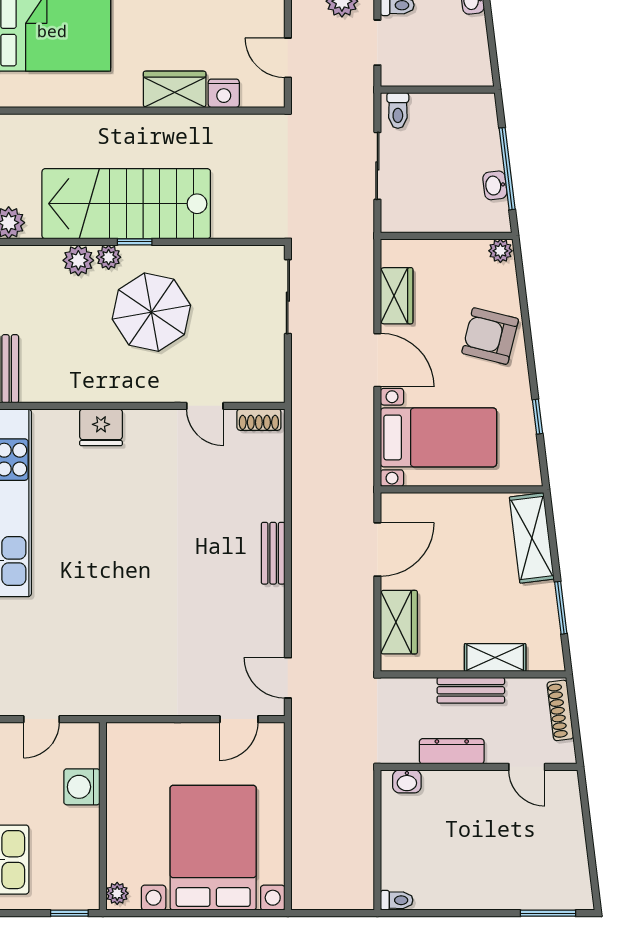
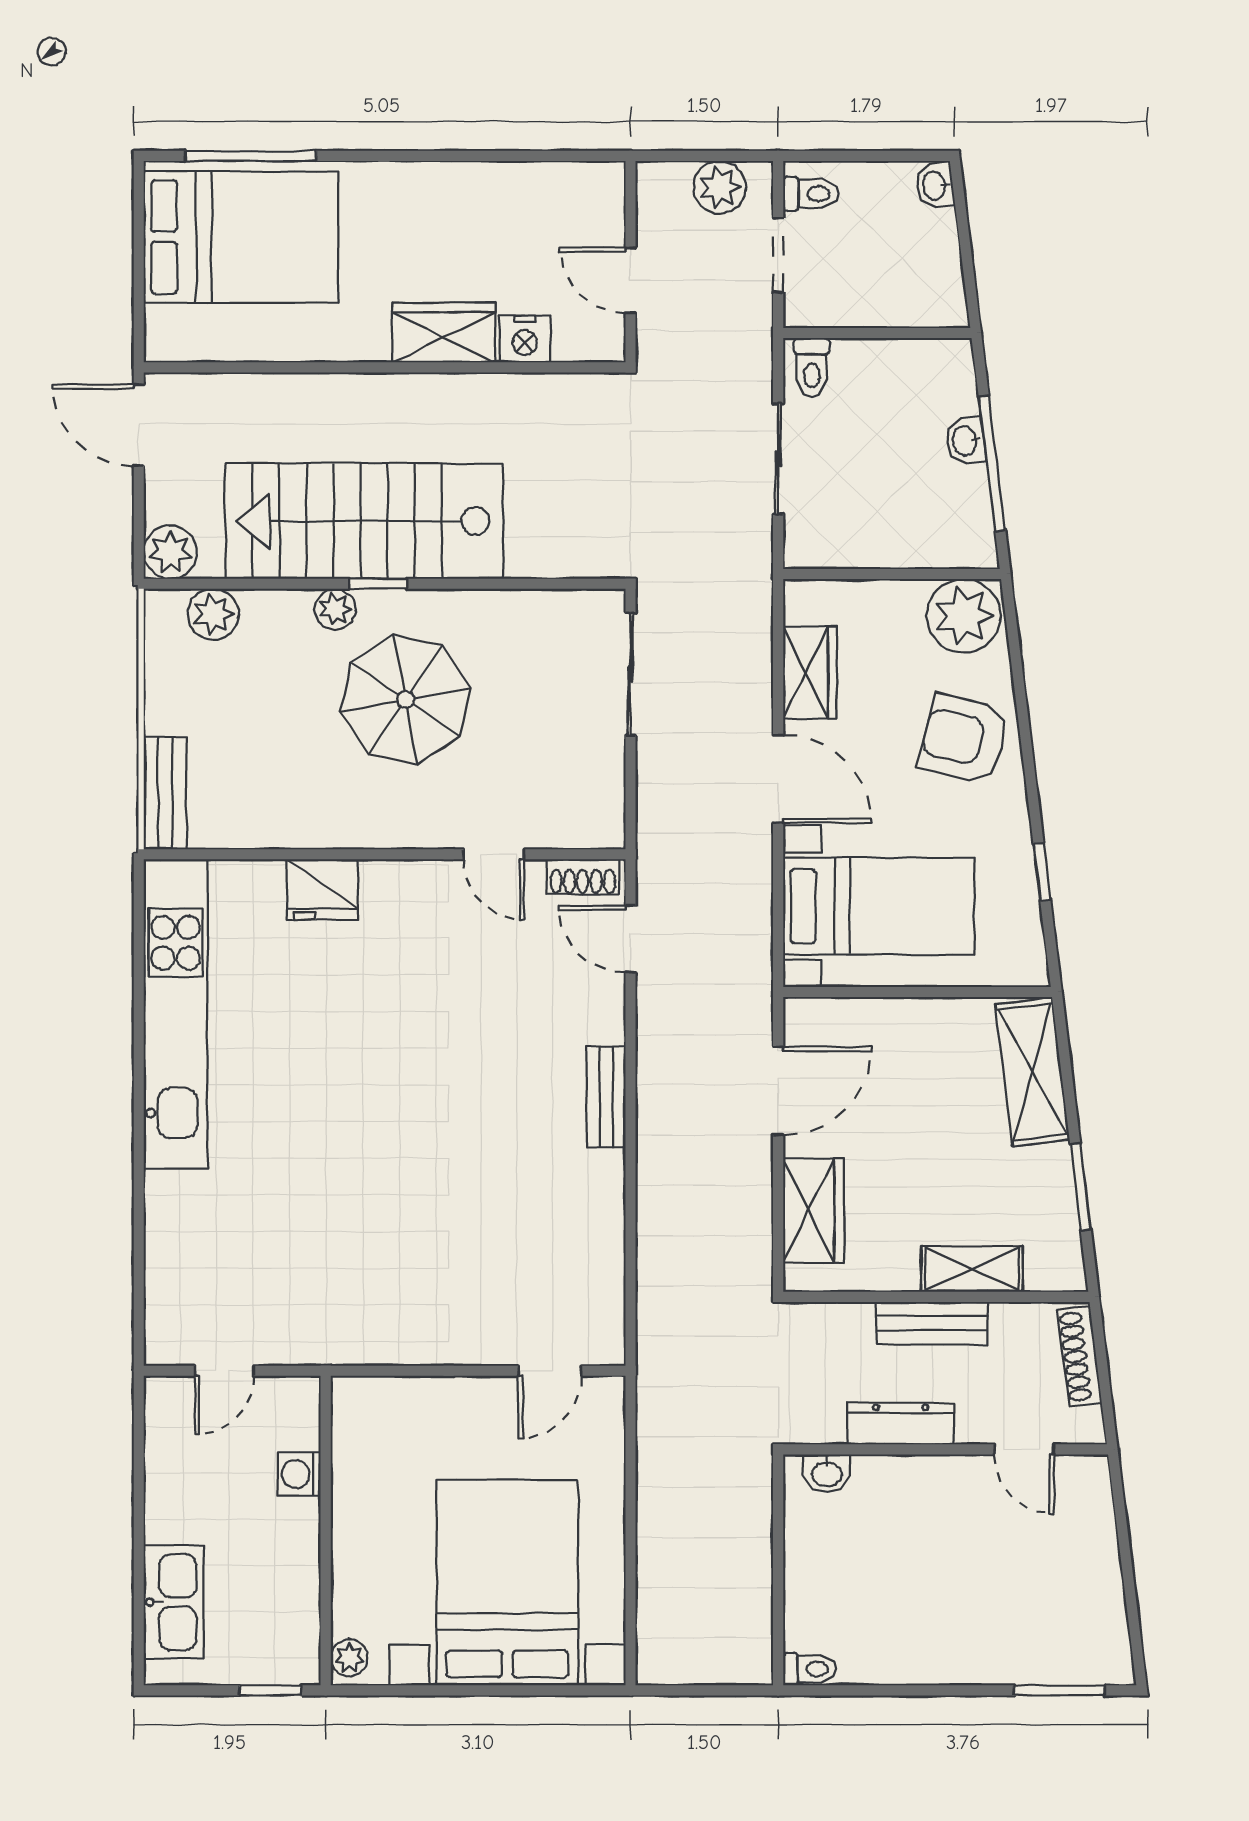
washbasin: (495, 185) -> (966, 441), moved
plant: (500, 251) -> (964, 616), width x1.88, depth x1.88
plant: (78, 260) -> (213, 614), moved
door: (288, 678) -> (631, 939), moved
washing machine: (82, 787) -> (299, 1474), width x0.73, depth x0.73

